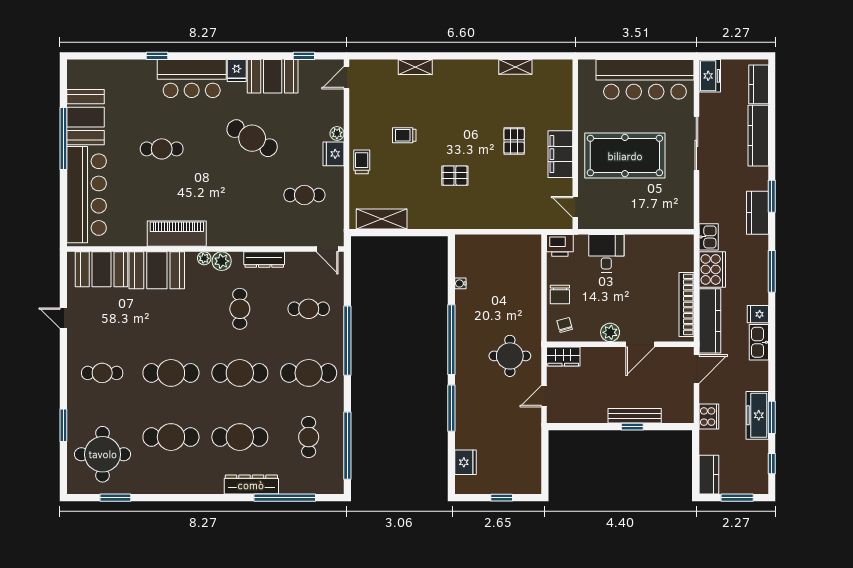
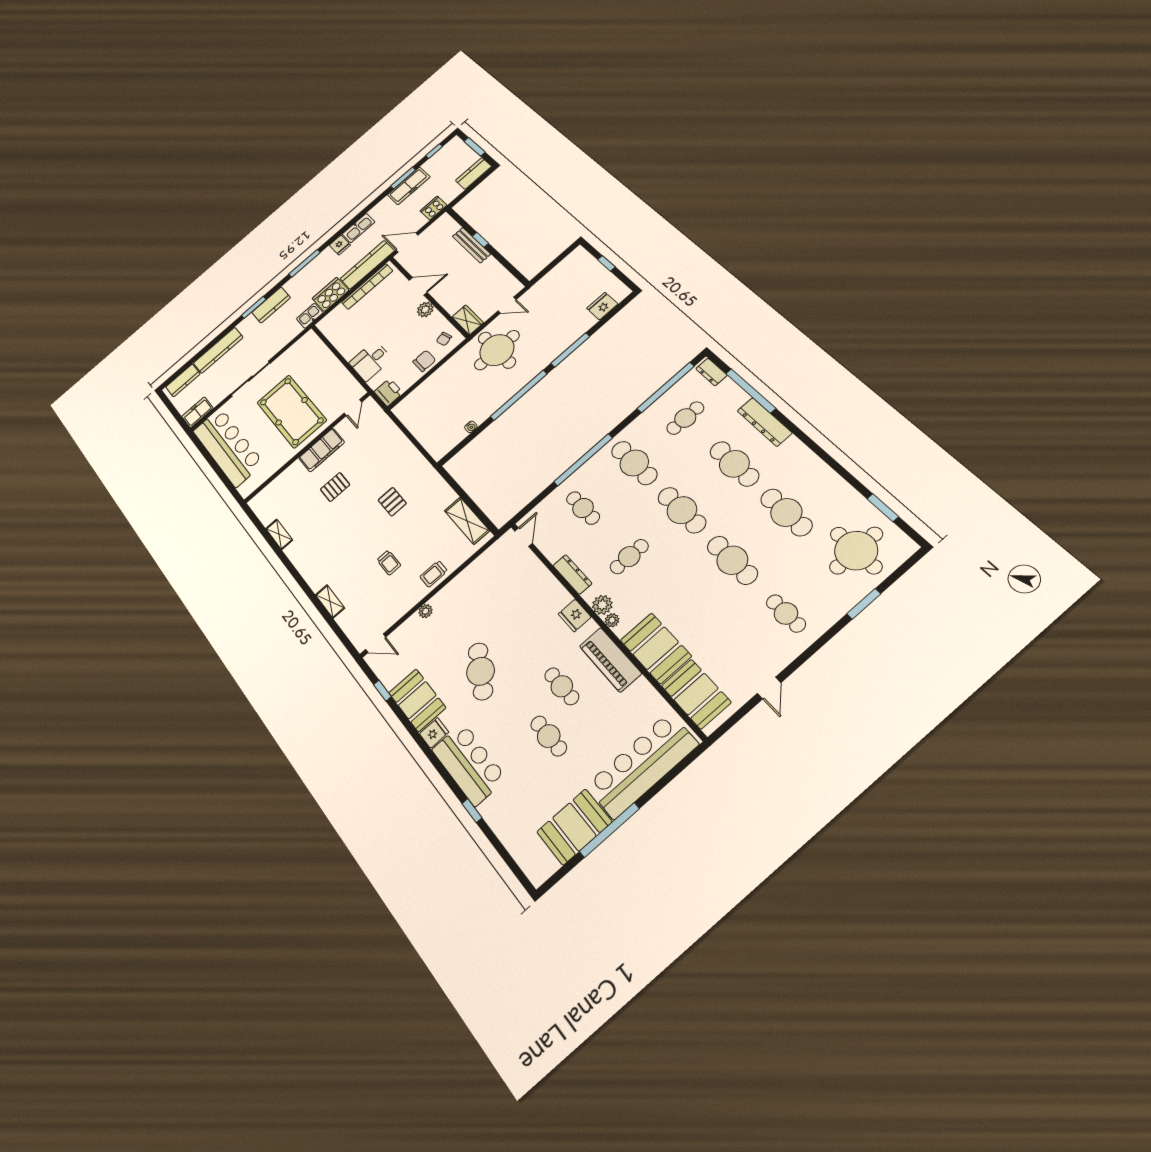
fridge: (334, 154) -> (575, 615), moved, turned 90
cafe table: (304, 195) -> (562, 686), moved
round table: (510, 356) -> (497, 350), width x1.36, depth x1.36
dresser: (327, 486) -> (711, 372), added

